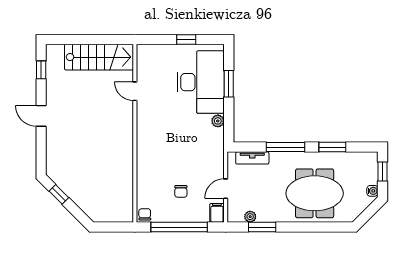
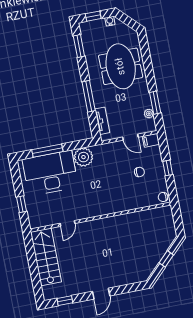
window: (186, 39) -> (21, 204), moved
window: (229, 84) -> (47, 151), width x1.44
plant: (218, 121) -> (83, 157), width x1.87, depth x1.87
window: (332, 147) -> (79, 46), moved
window: (59, 194) -> (166, 259), moved
window: (179, 227) -> (168, 168), width x0.32

